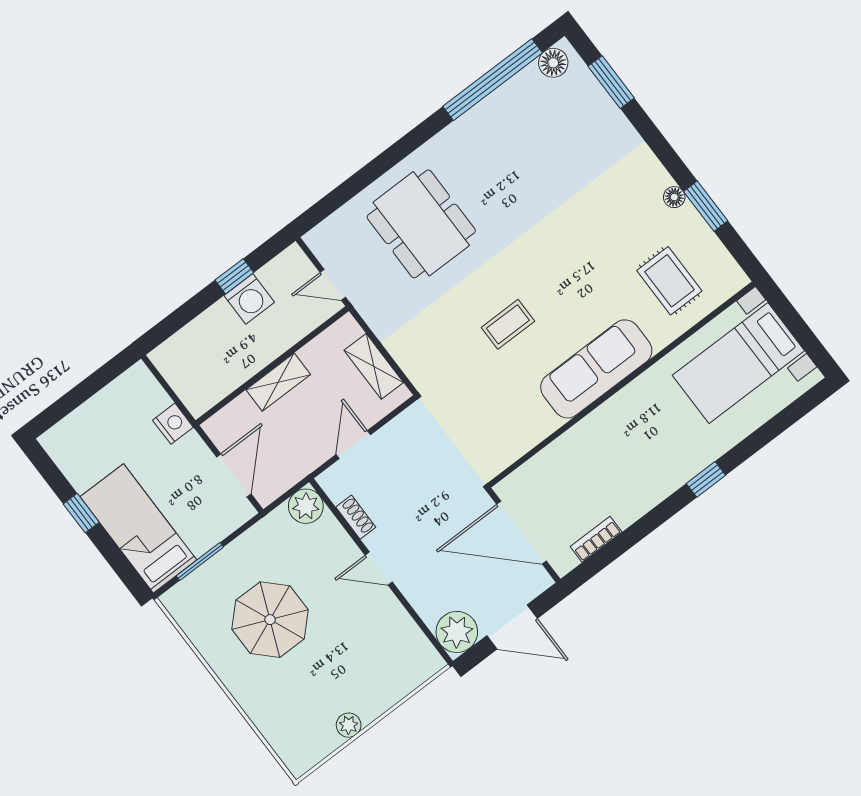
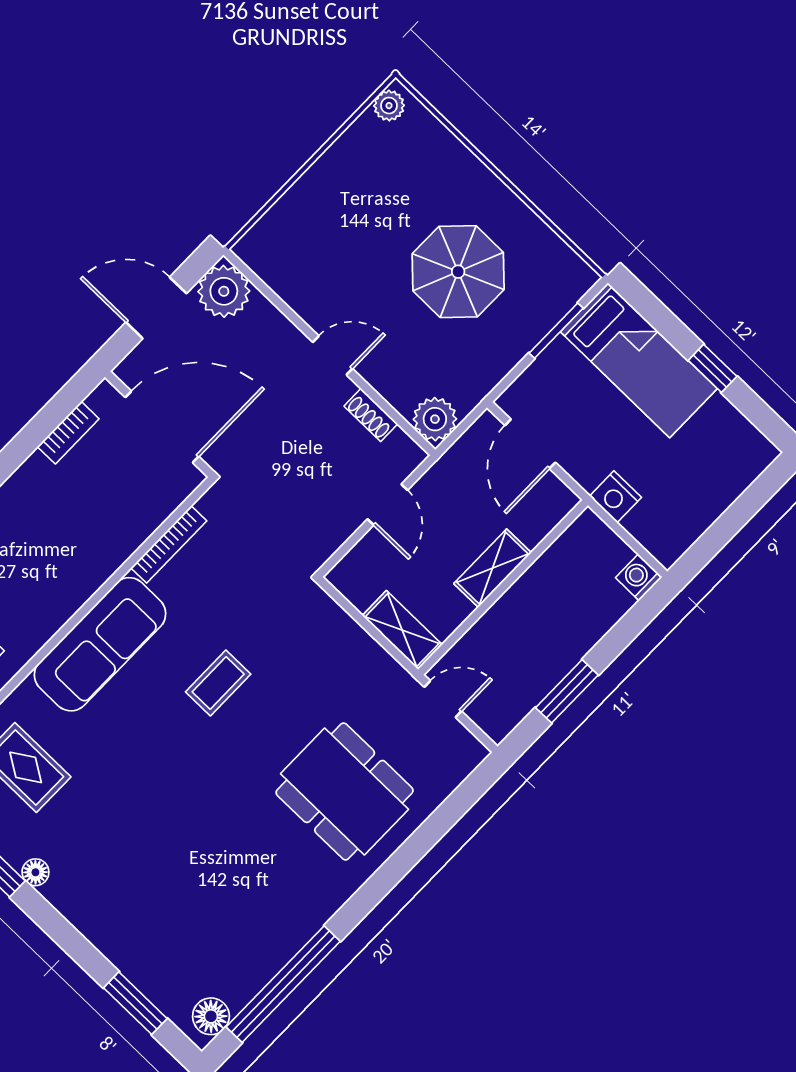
window: (234, 276) -> (567, 691), width x1.50
washing machine: (249, 299) -> (639, 577), moved, width x0.73, depth x0.73
shelving: (374, 366) -> (402, 630), moved
bookcase: (530, 439) -> (169, 544), added
plant: (349, 725) -> (389, 106), moved

